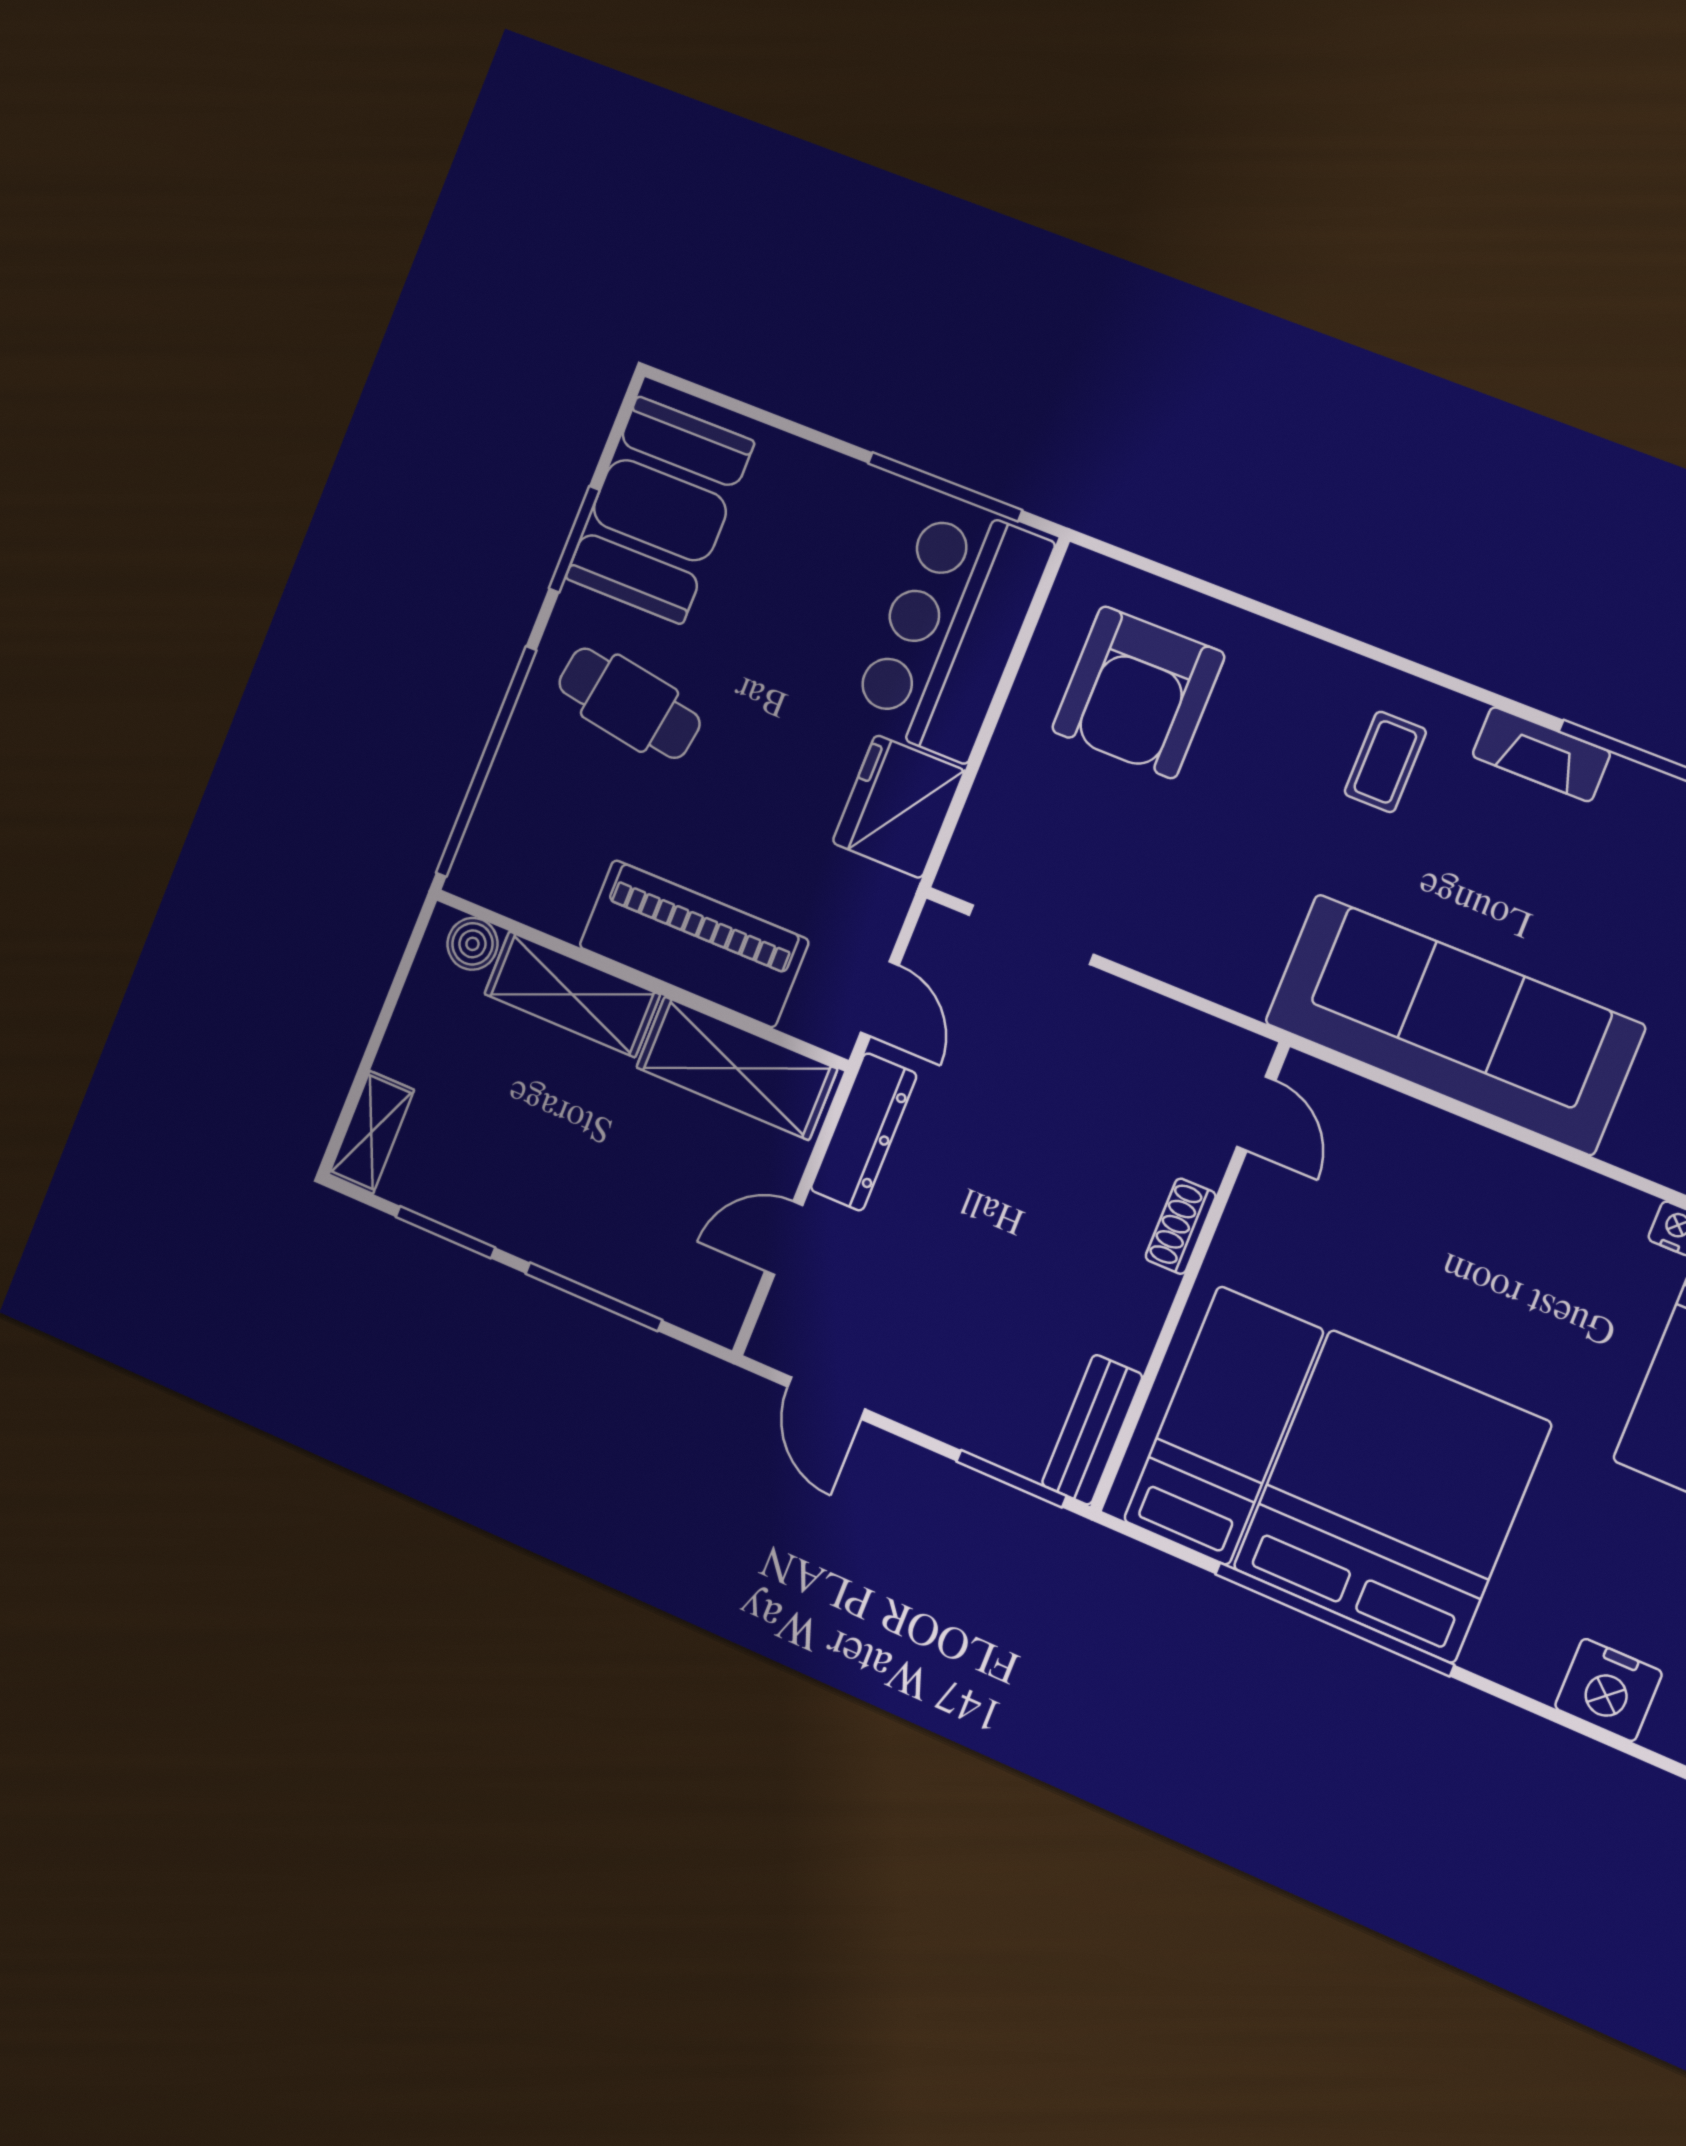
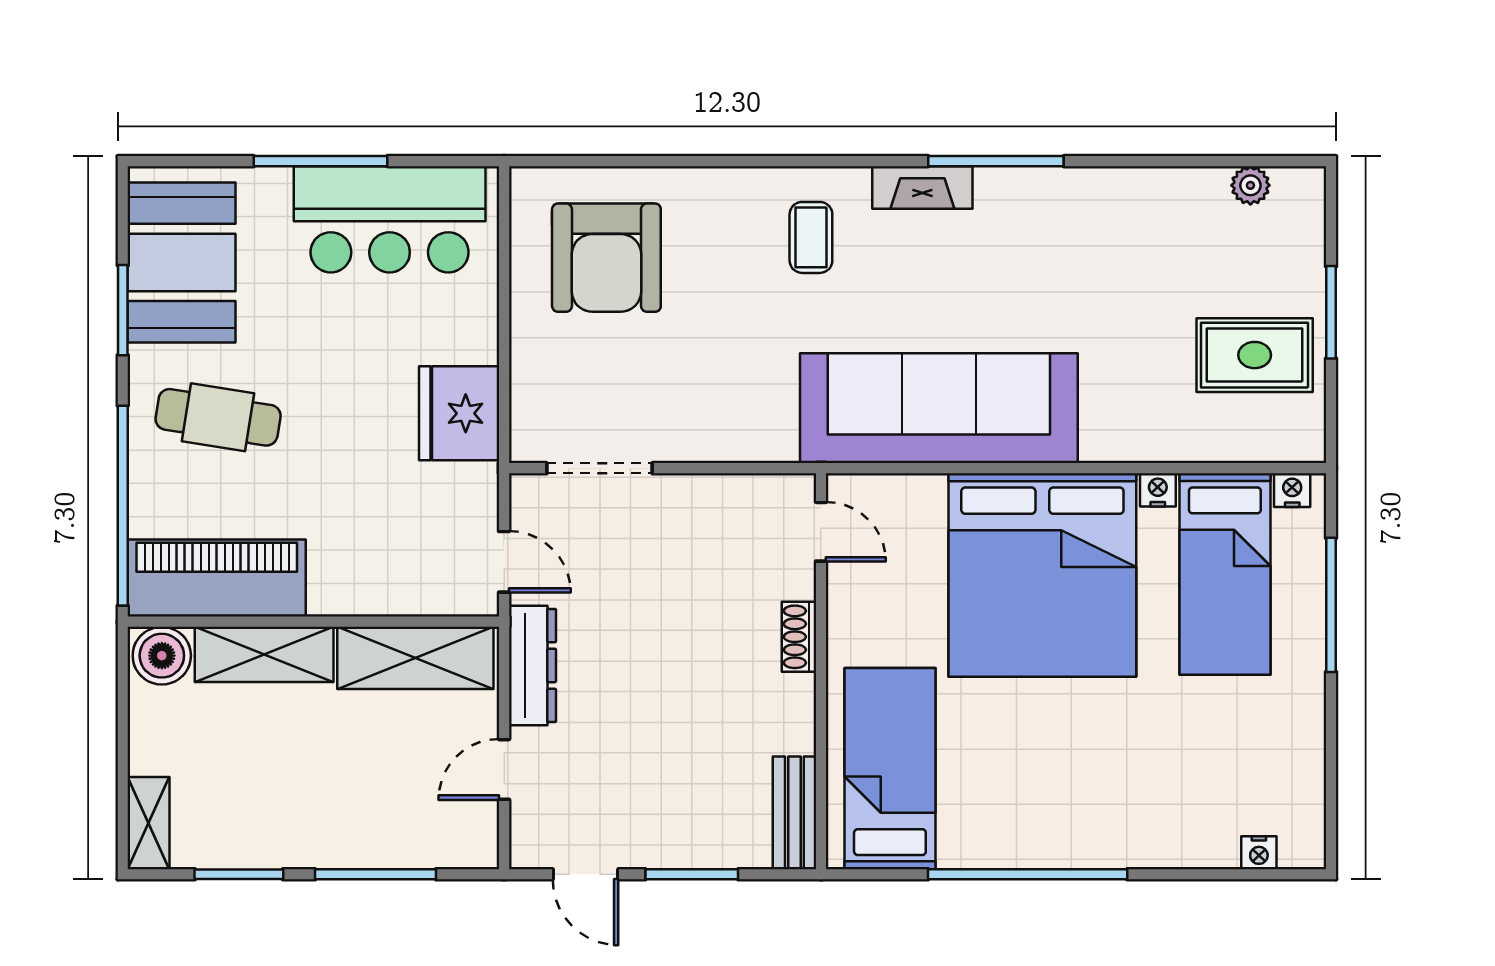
window: (945, 487) -> (321, 161), moved
bar counter: (952, 631) -> (390, 219), moved, turned -90
piano: (694, 943) -> (217, 578), moved
boiler: (472, 944) -> (162, 656), width x1.36, depth x1.36
window: (1011, 1479) -> (692, 874), moved
bed: (1392, 1496) -> (1042, 575), moved, turned 180
nightstand: (1608, 1690) -> (1259, 853), width x0.53, depth x0.56

